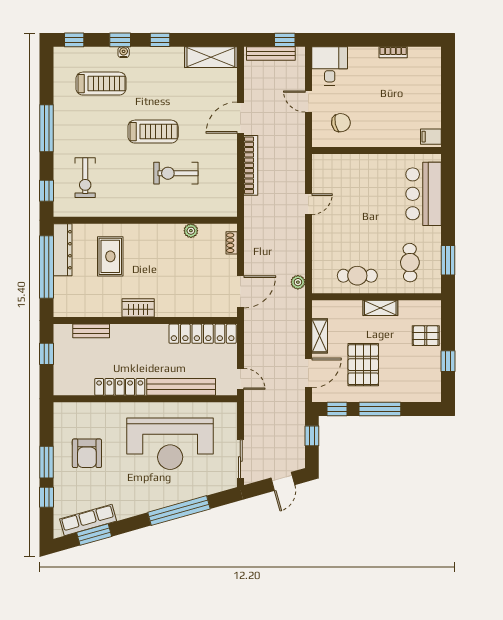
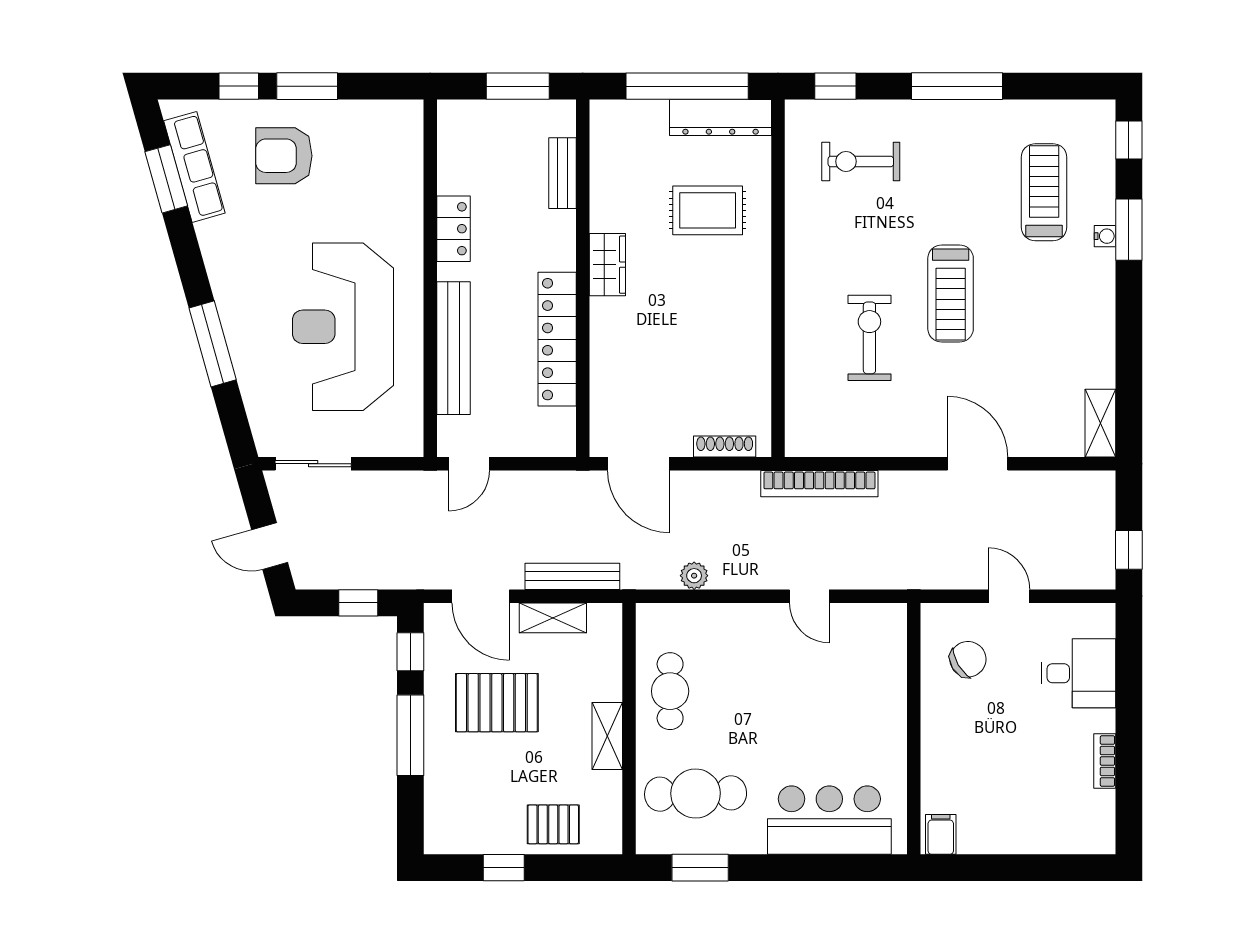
window: (120, 40) -> (1129, 230), width x1.50
window: (160, 40) -> (1129, 307), removed
bench: (271, 54) -> (572, 576), moved, turned 90
shelving: (211, 57) -> (1100, 423), width x0.67, depth x0.75
desk: (330, 66) -> (1078, 673), moved
treadmill: (101, 84) -> (1044, 192), turned 180
door: (308, 102) -> (1009, 596), hinge flipped
chair: (341, 123) -> (968, 659), turned -109
bookcase: (251, 165) -> (819, 484), moved
plant: (191, 231) -> (758, 367), removed
shoe rack: (232, 243) -> (725, 446), width x1.43
cafe table: (410, 263) -> (696, 794), width x1.37, depth x1.35
plant: (298, 282) -> (694, 576), moved
locker: (203, 334) -> (557, 339), moved
pallet: (426, 336) -> (553, 824), turned 90
window: (47, 354) -> (518, 86), width x1.50
locker: (120, 387) -> (454, 229), width x0.66
armchair: (87, 453) -> (284, 156), moved
window: (179, 511) -> (213, 344), width x0.68

